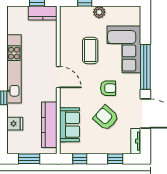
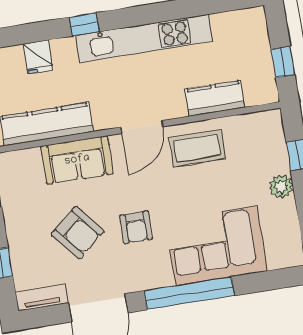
kitchen counter: (43, 13) -> (215, 98), moved, turned 90
coffee table: (90, 50) -> (197, 148), moved
armchair: (106, 118) -> (78, 233), turned 98
sofa: (70, 125) -> (77, 160), moved

